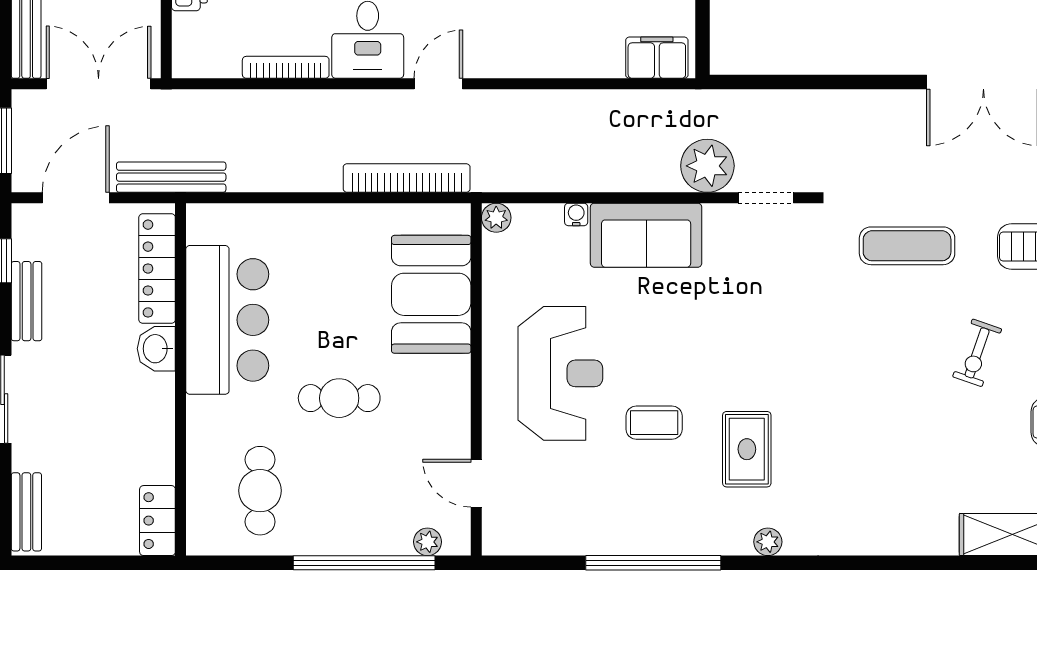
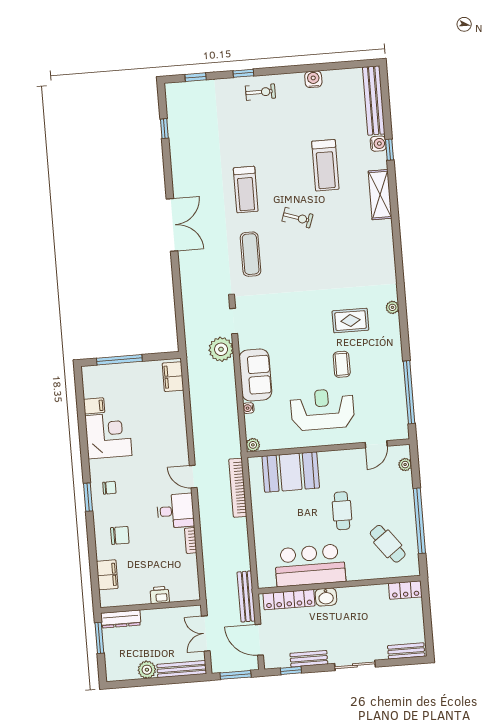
bookcase: (286, 67) -> (191, 540), width x0.64
double door: (99, 84) -> (206, 634), width x0.73
cafe table: (260, 491) -> (388, 544), turned 53
window: (364, 563) -> (419, 521), moved
window: (653, 563) -> (409, 392), moved

